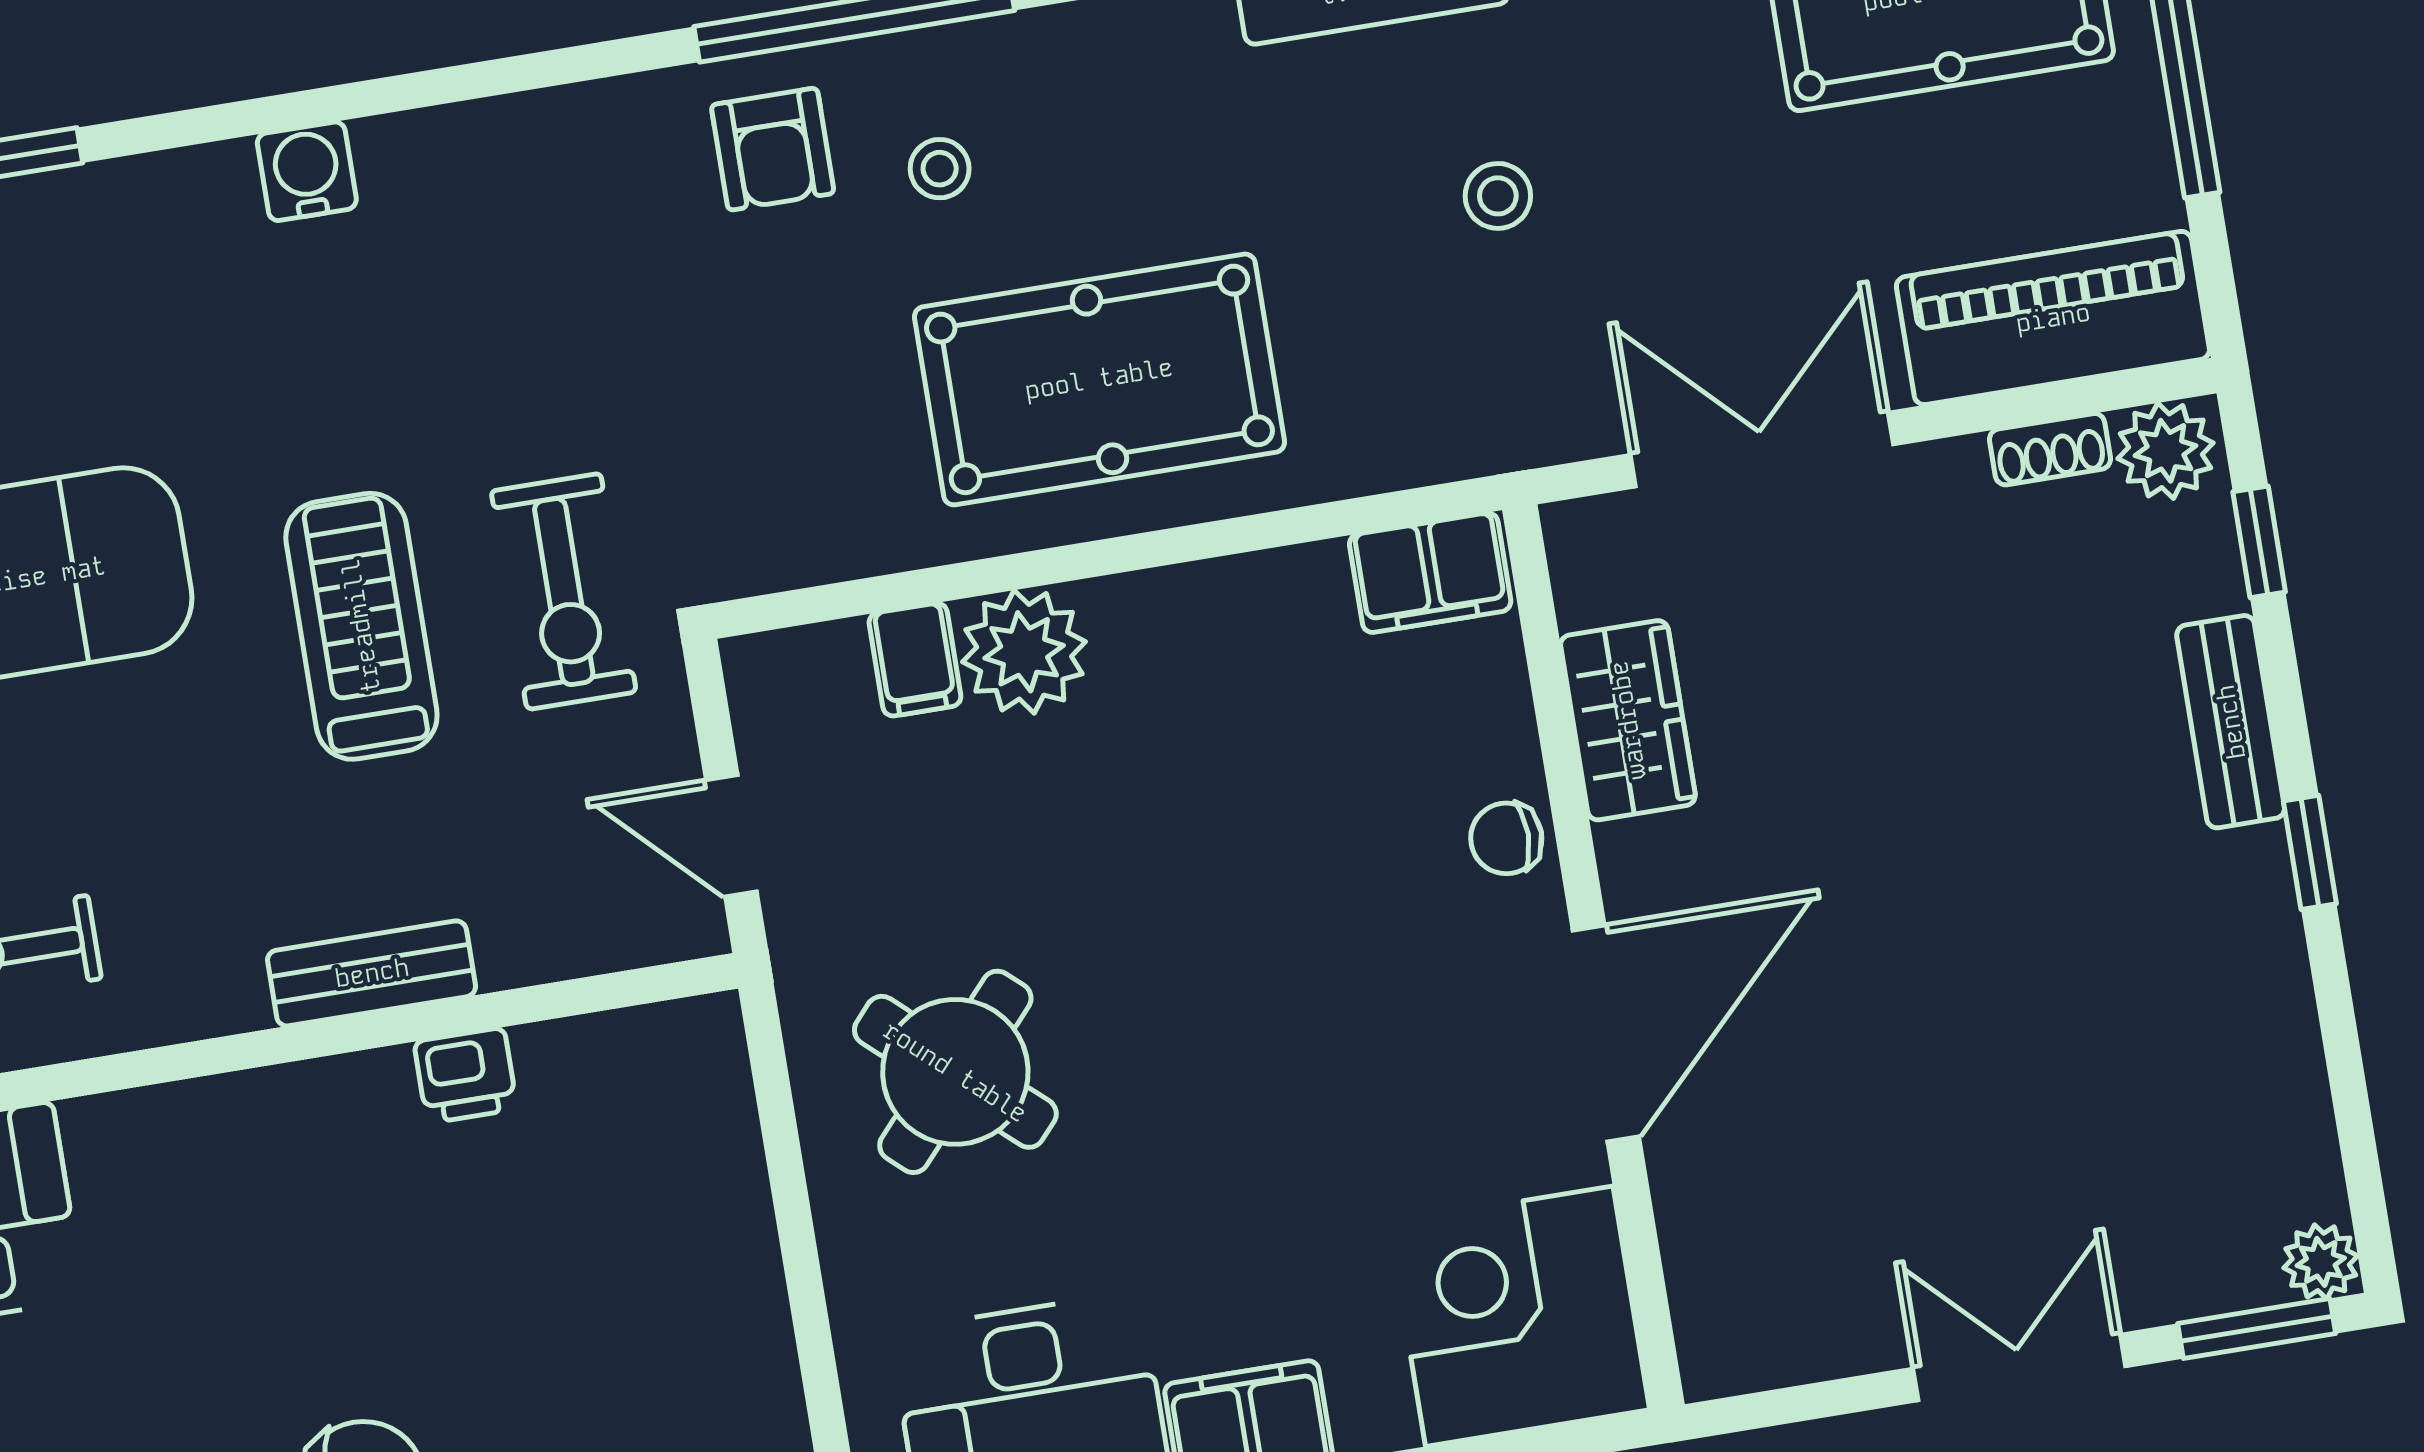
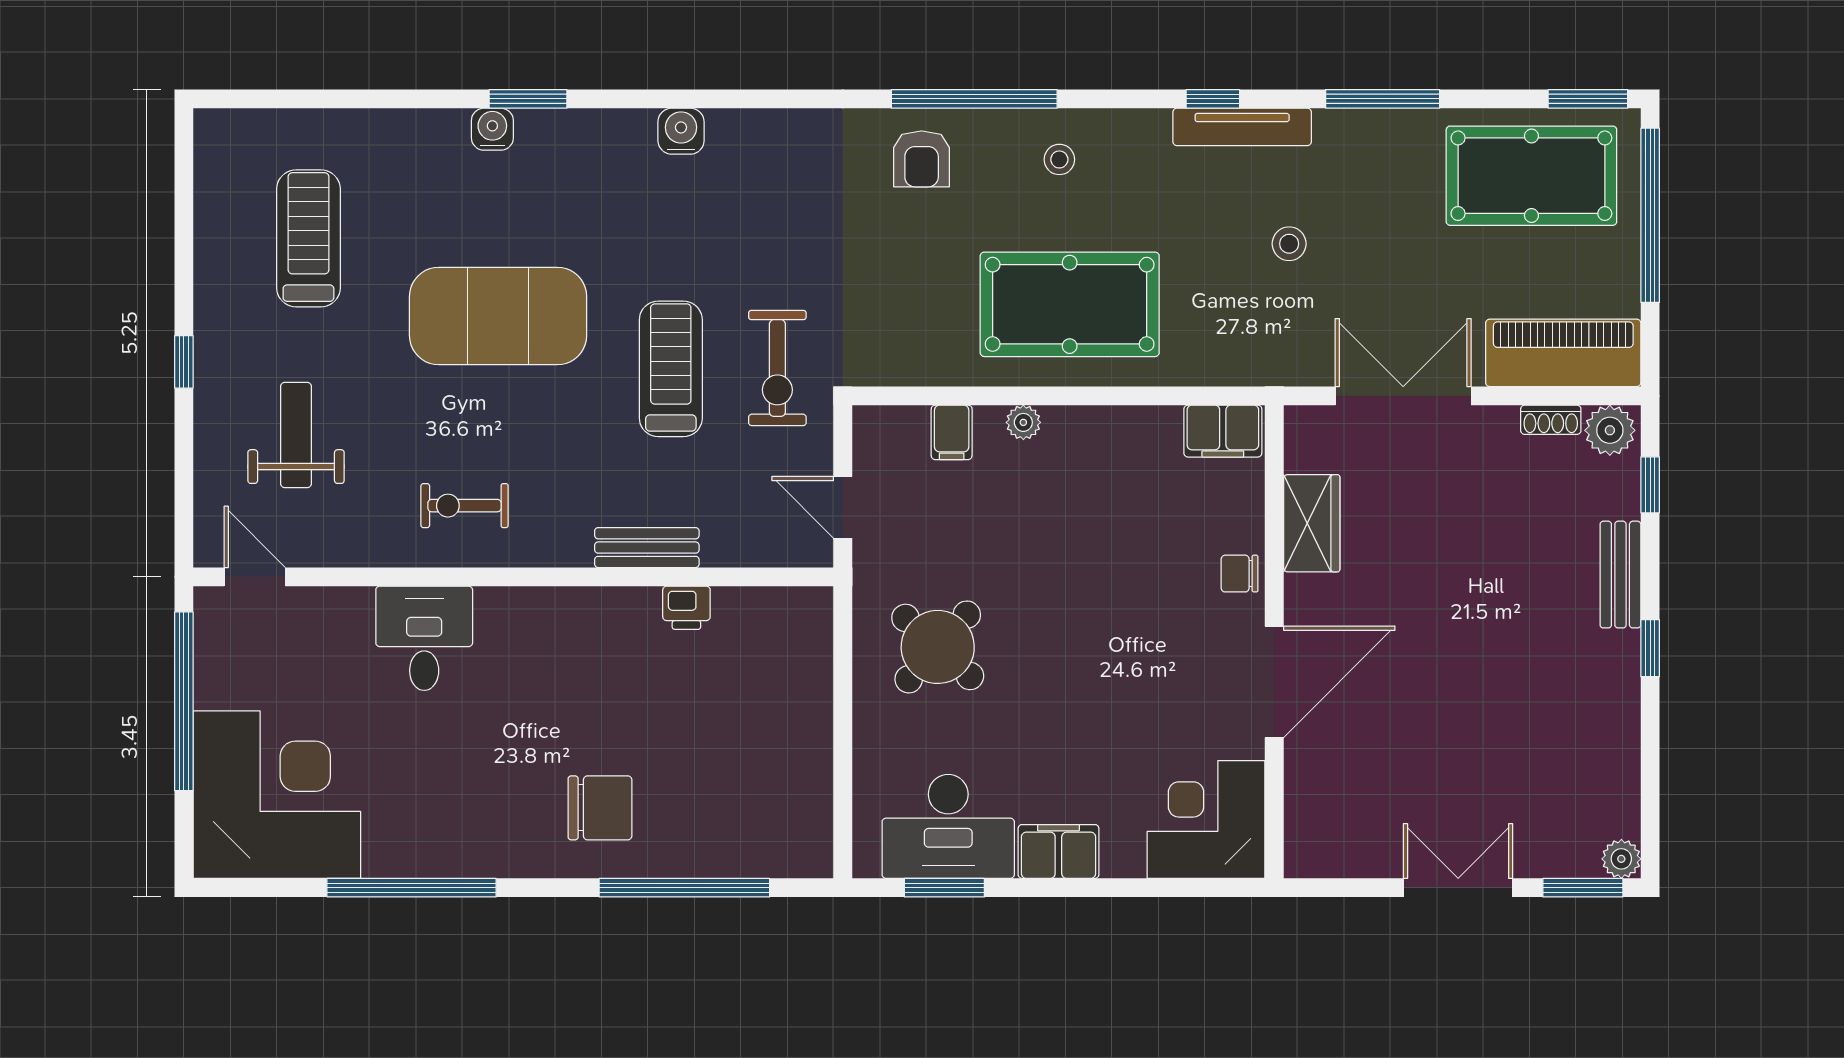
stool: (940, 169) -> (1059, 159), moved
plant: (1024, 652) -> (1023, 422), width x0.53, depth x0.53

